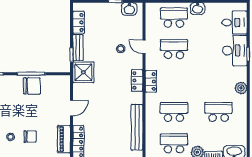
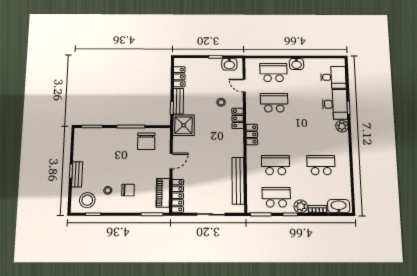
door: (144, 47) -> (244, 86), moved
locker: (137, 80) -> (238, 118), moved
chair: (32, 86) -> (146, 141), moved, turned 90
plant: (241, 88) -> (342, 126), moved

